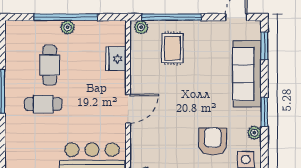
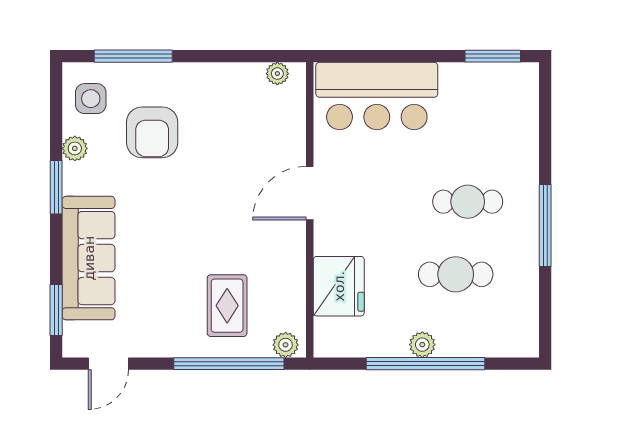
fridge: (116, 59) -> (339, 286), width x1.36, depth x1.34
cafe table: (50, 65) -> (456, 274), turned 90

